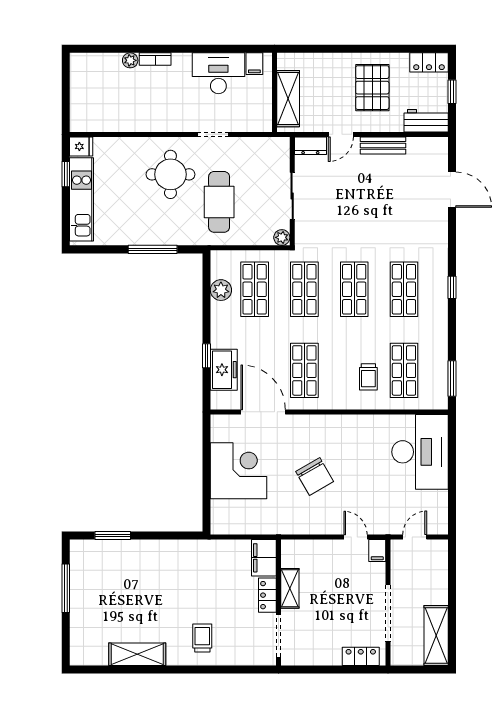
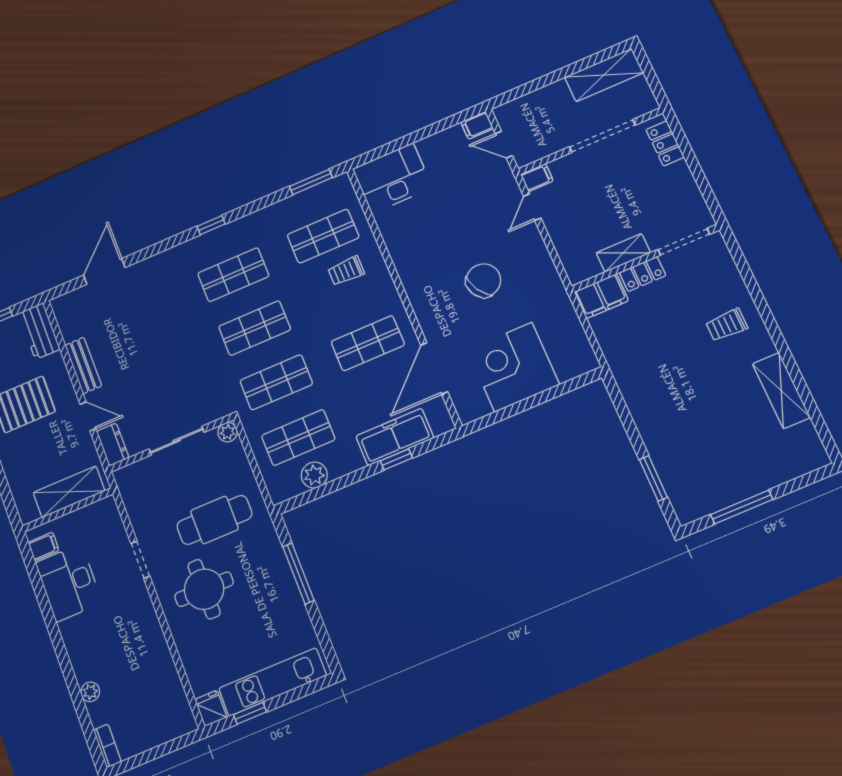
bookcase: (155, 59) -> (107, 746), moved
freezer: (224, 370) -> (395, 437), width x1.40
trolley: (368, 377) -> (346, 271), turned 180
desk: (420, 452) -> (392, 178), width x0.73, depth x0.77
filing cabinet: (440, 523) -> (477, 125), added

